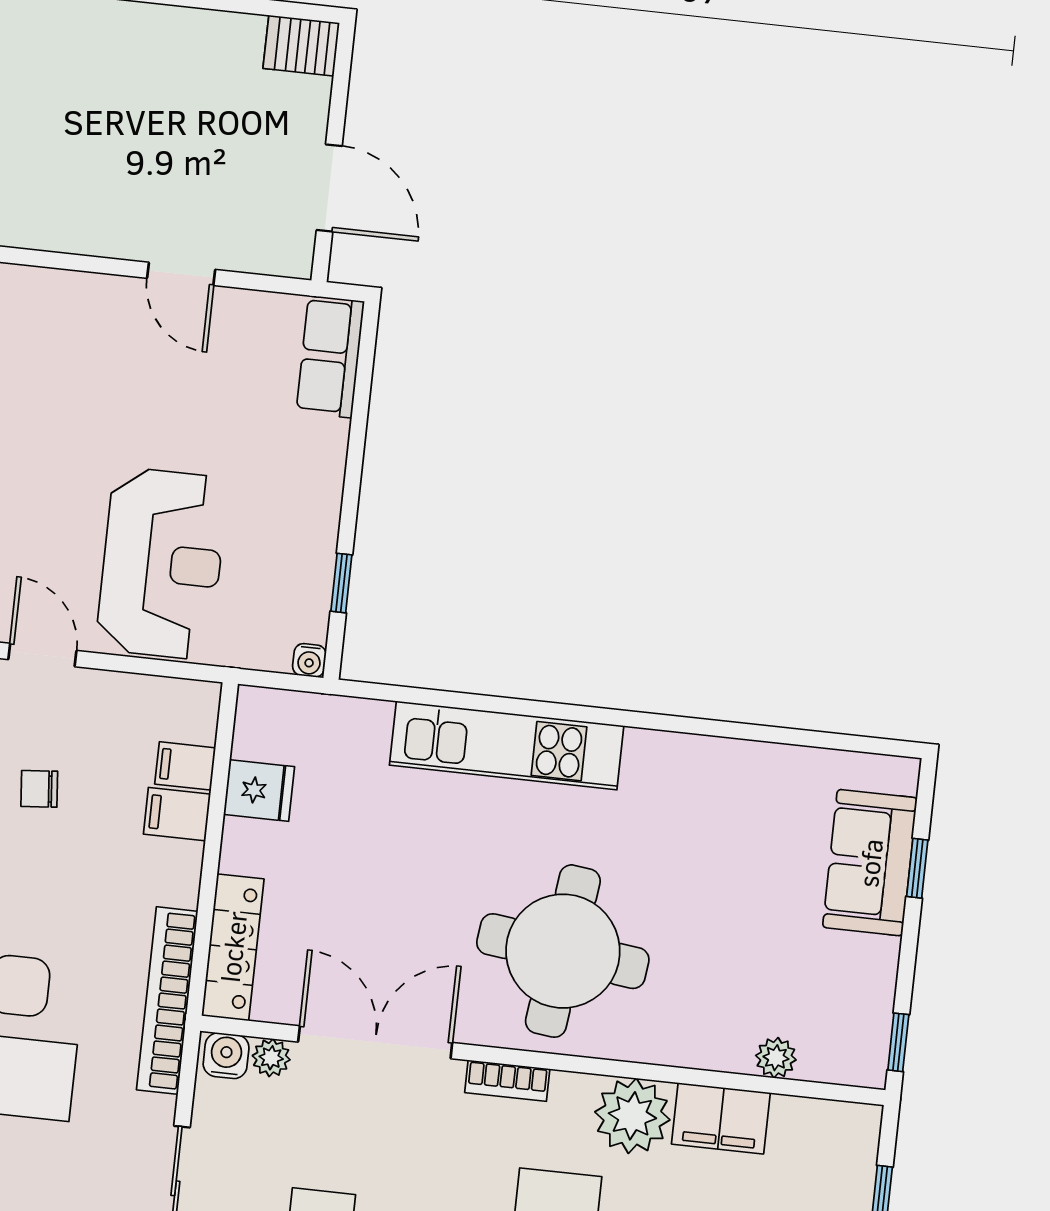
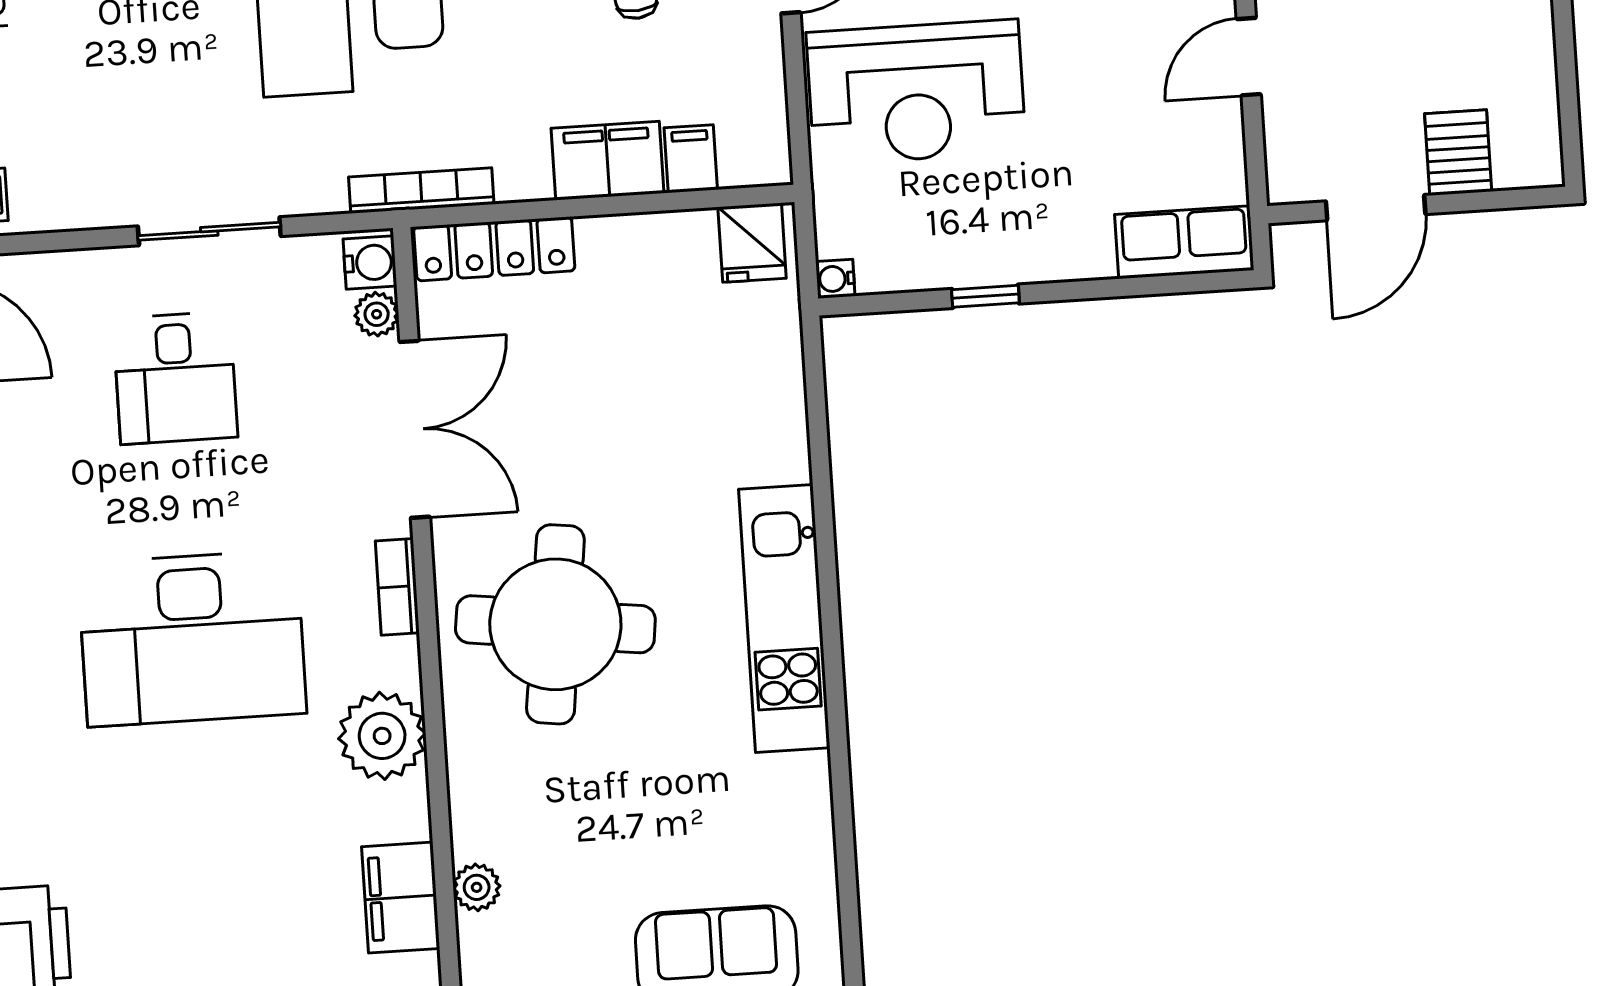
server rack: (301, 46) -> (1458, 153), moved
window: (341, 583) -> (985, 296), moved
kitchen unit: (507, 745) -> (784, 619), moved
fridge: (259, 791) -> (752, 243), moved
filing cabinet: (177, 814) -> (607, 161), width x2.00
bookcase: (167, 1001) -> (421, 191), width x0.68, depth x0.76
filing cabinet: (721, 1118) -> (401, 898), moved

